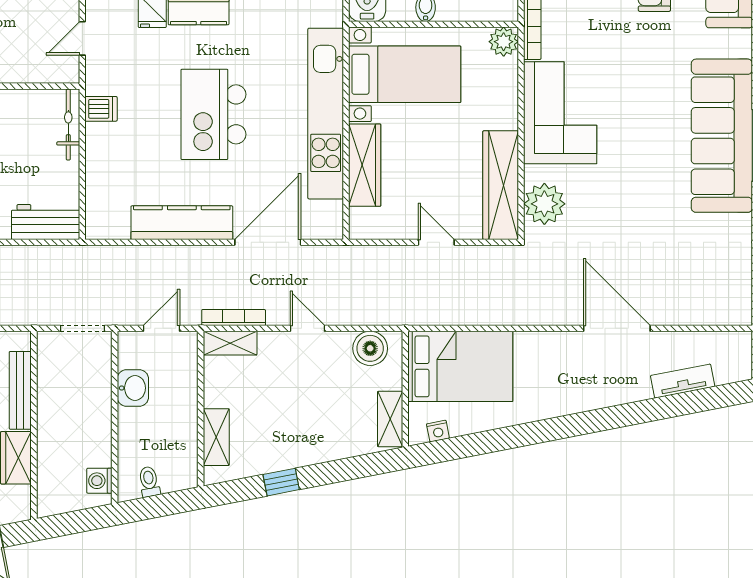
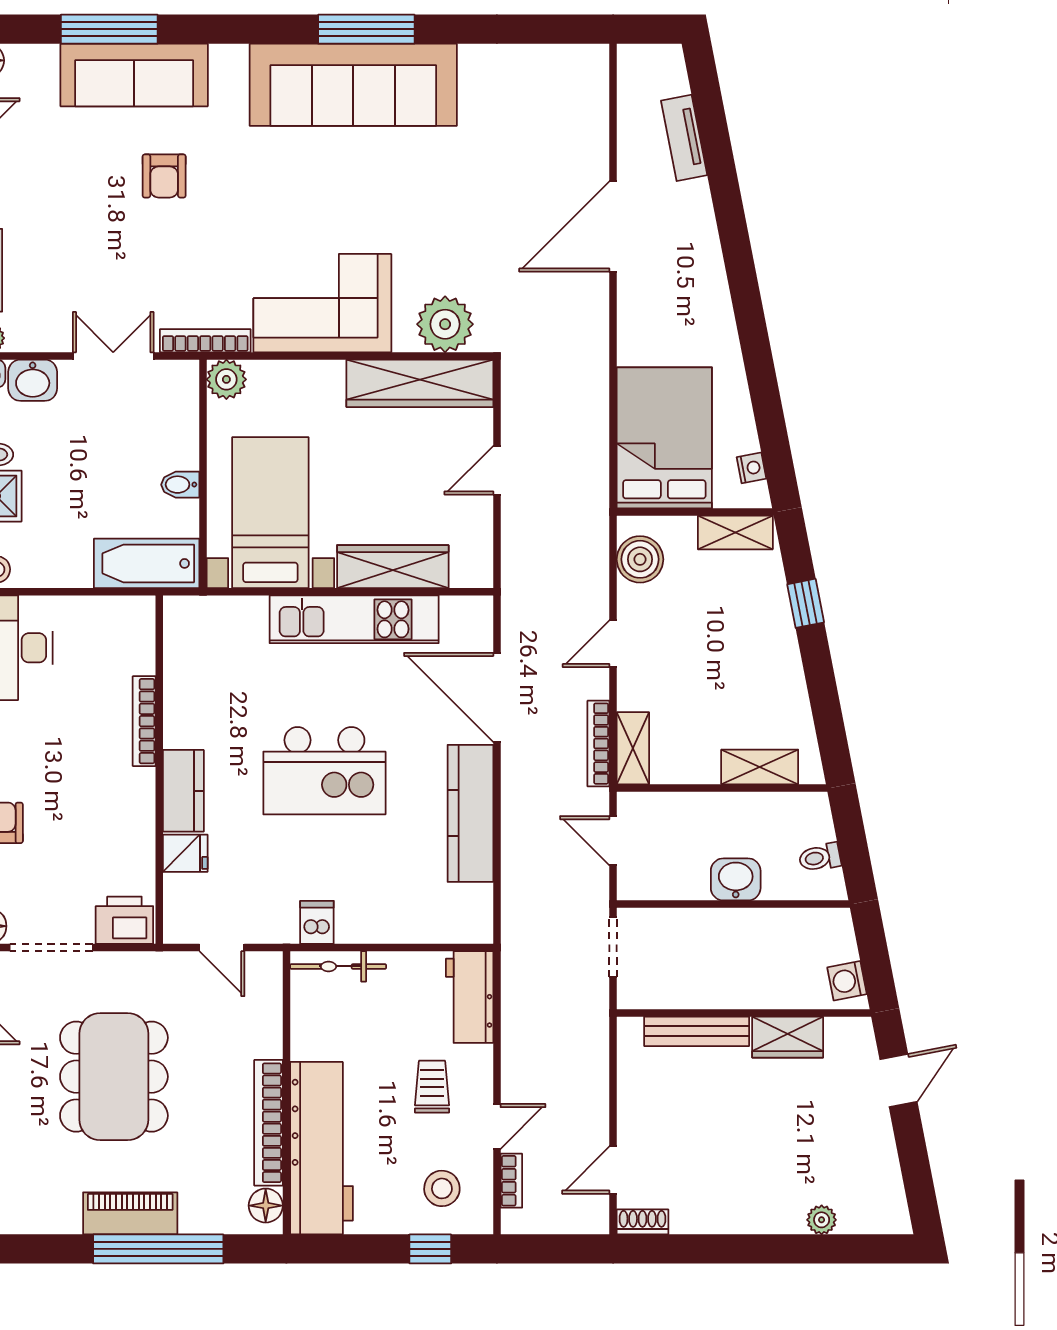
kitchen unit: (326, 114) -> (354, 619), width x0.73
washbasin: (133, 388) -> (736, 879), moved
washing machine: (99, 481) -> (847, 981), moved, turned 79
window: (281, 482) -> (806, 603), moved

